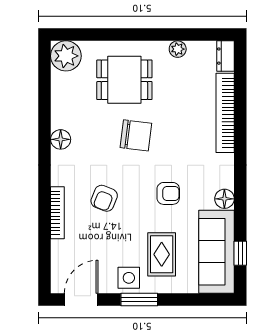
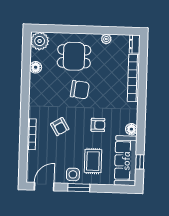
floor lamp: (61, 139) -> (36, 67), moved
armchair: (104, 198) -> (60, 127), turned -53

